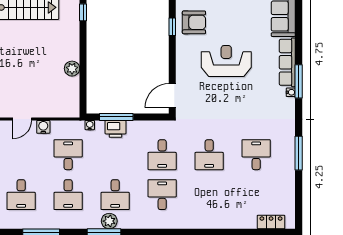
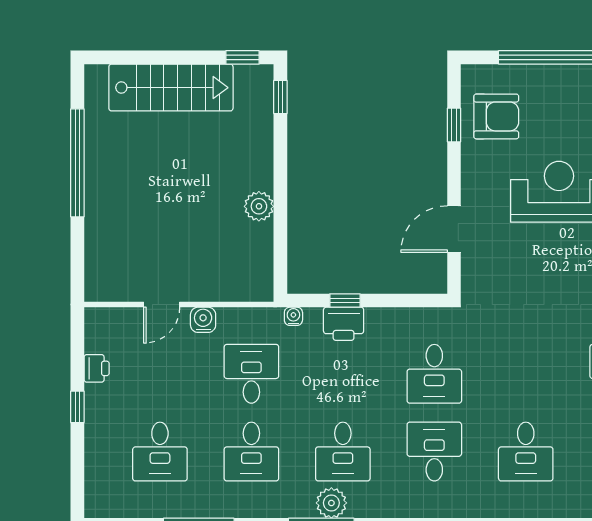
door: (172, 96) -> (454, 229), moved
window: (116, 117) -> (345, 301), width x0.46
desk: (209, 155) -> (526, 452), moved

